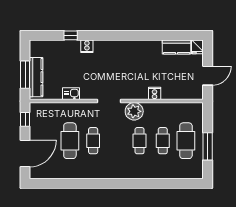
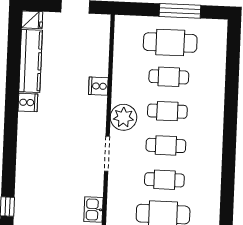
cooker: (87, 46) -> (28, 102), moved
kitchen counter: (177, 47) -> (31, 61), width x1.50
cafe table: (116, 141) -> (166, 145), added

